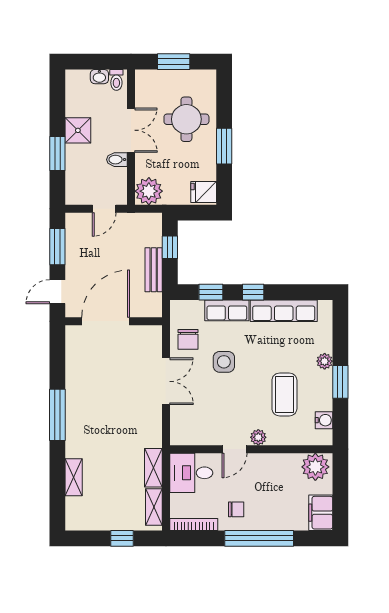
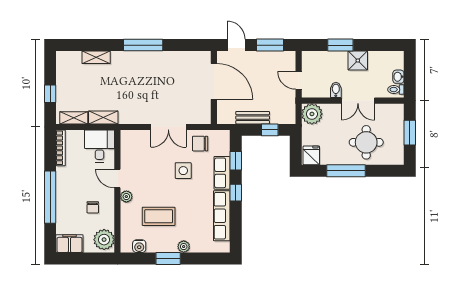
window: (224, 146) -> (346, 171), width x1.44
chair: (236, 509) -> (93, 207), moved

